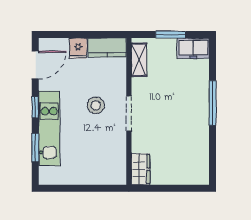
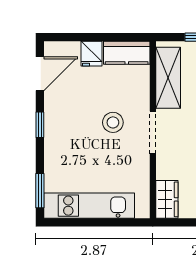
shelving: (139, 60) -> (168, 78), width x1.50, depth x1.33
kitchen unit: (49, 128) -> (89, 206), moved, turned -90
window: (35, 148) -> (40, 191), moved

